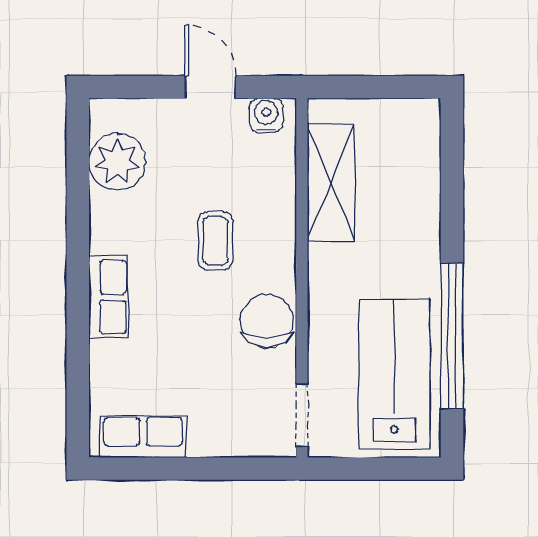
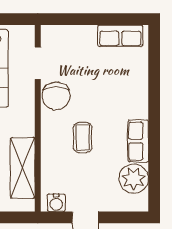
row of seats: (108, 297) -> (138, 141), moved
doorway: (302, 415) -> (38, 63), moved

